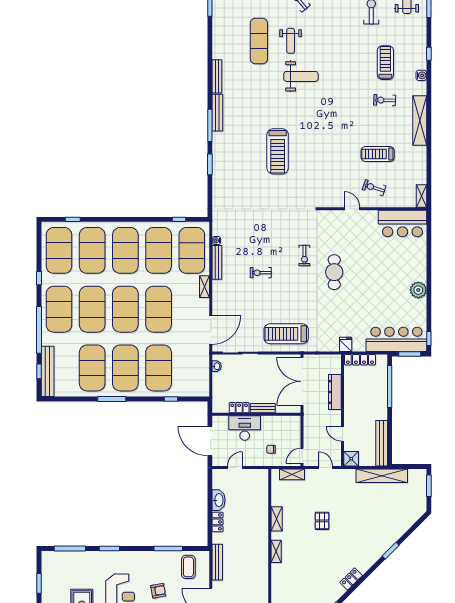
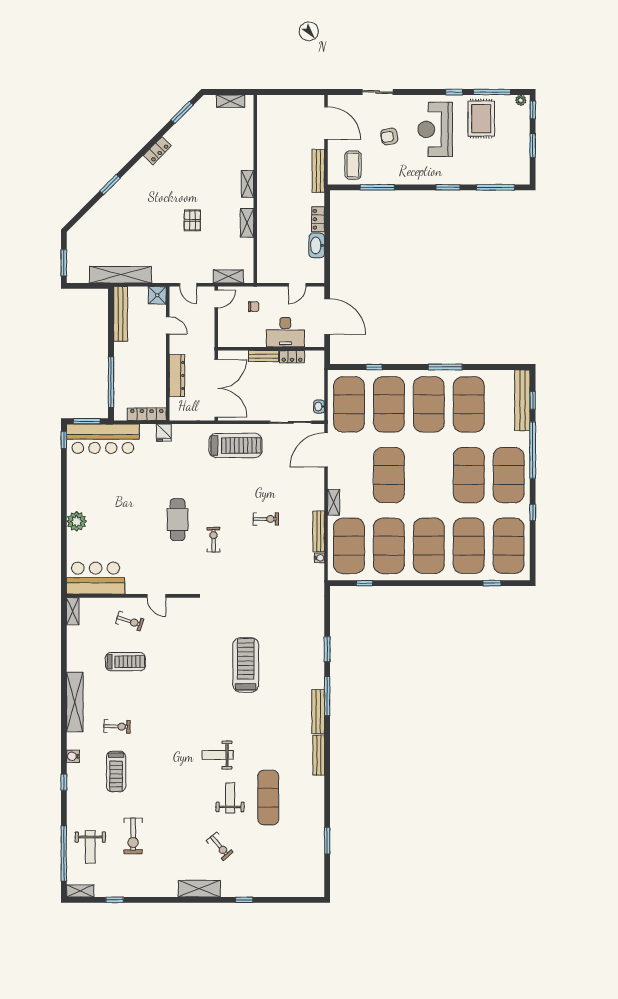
weight bench: (301, 76) -> (218, 755), width x0.73, depth x0.75
plant: (418, 290) -> (77, 521), moved
exercise mat: (125, 309) -> (349, 404), moved

